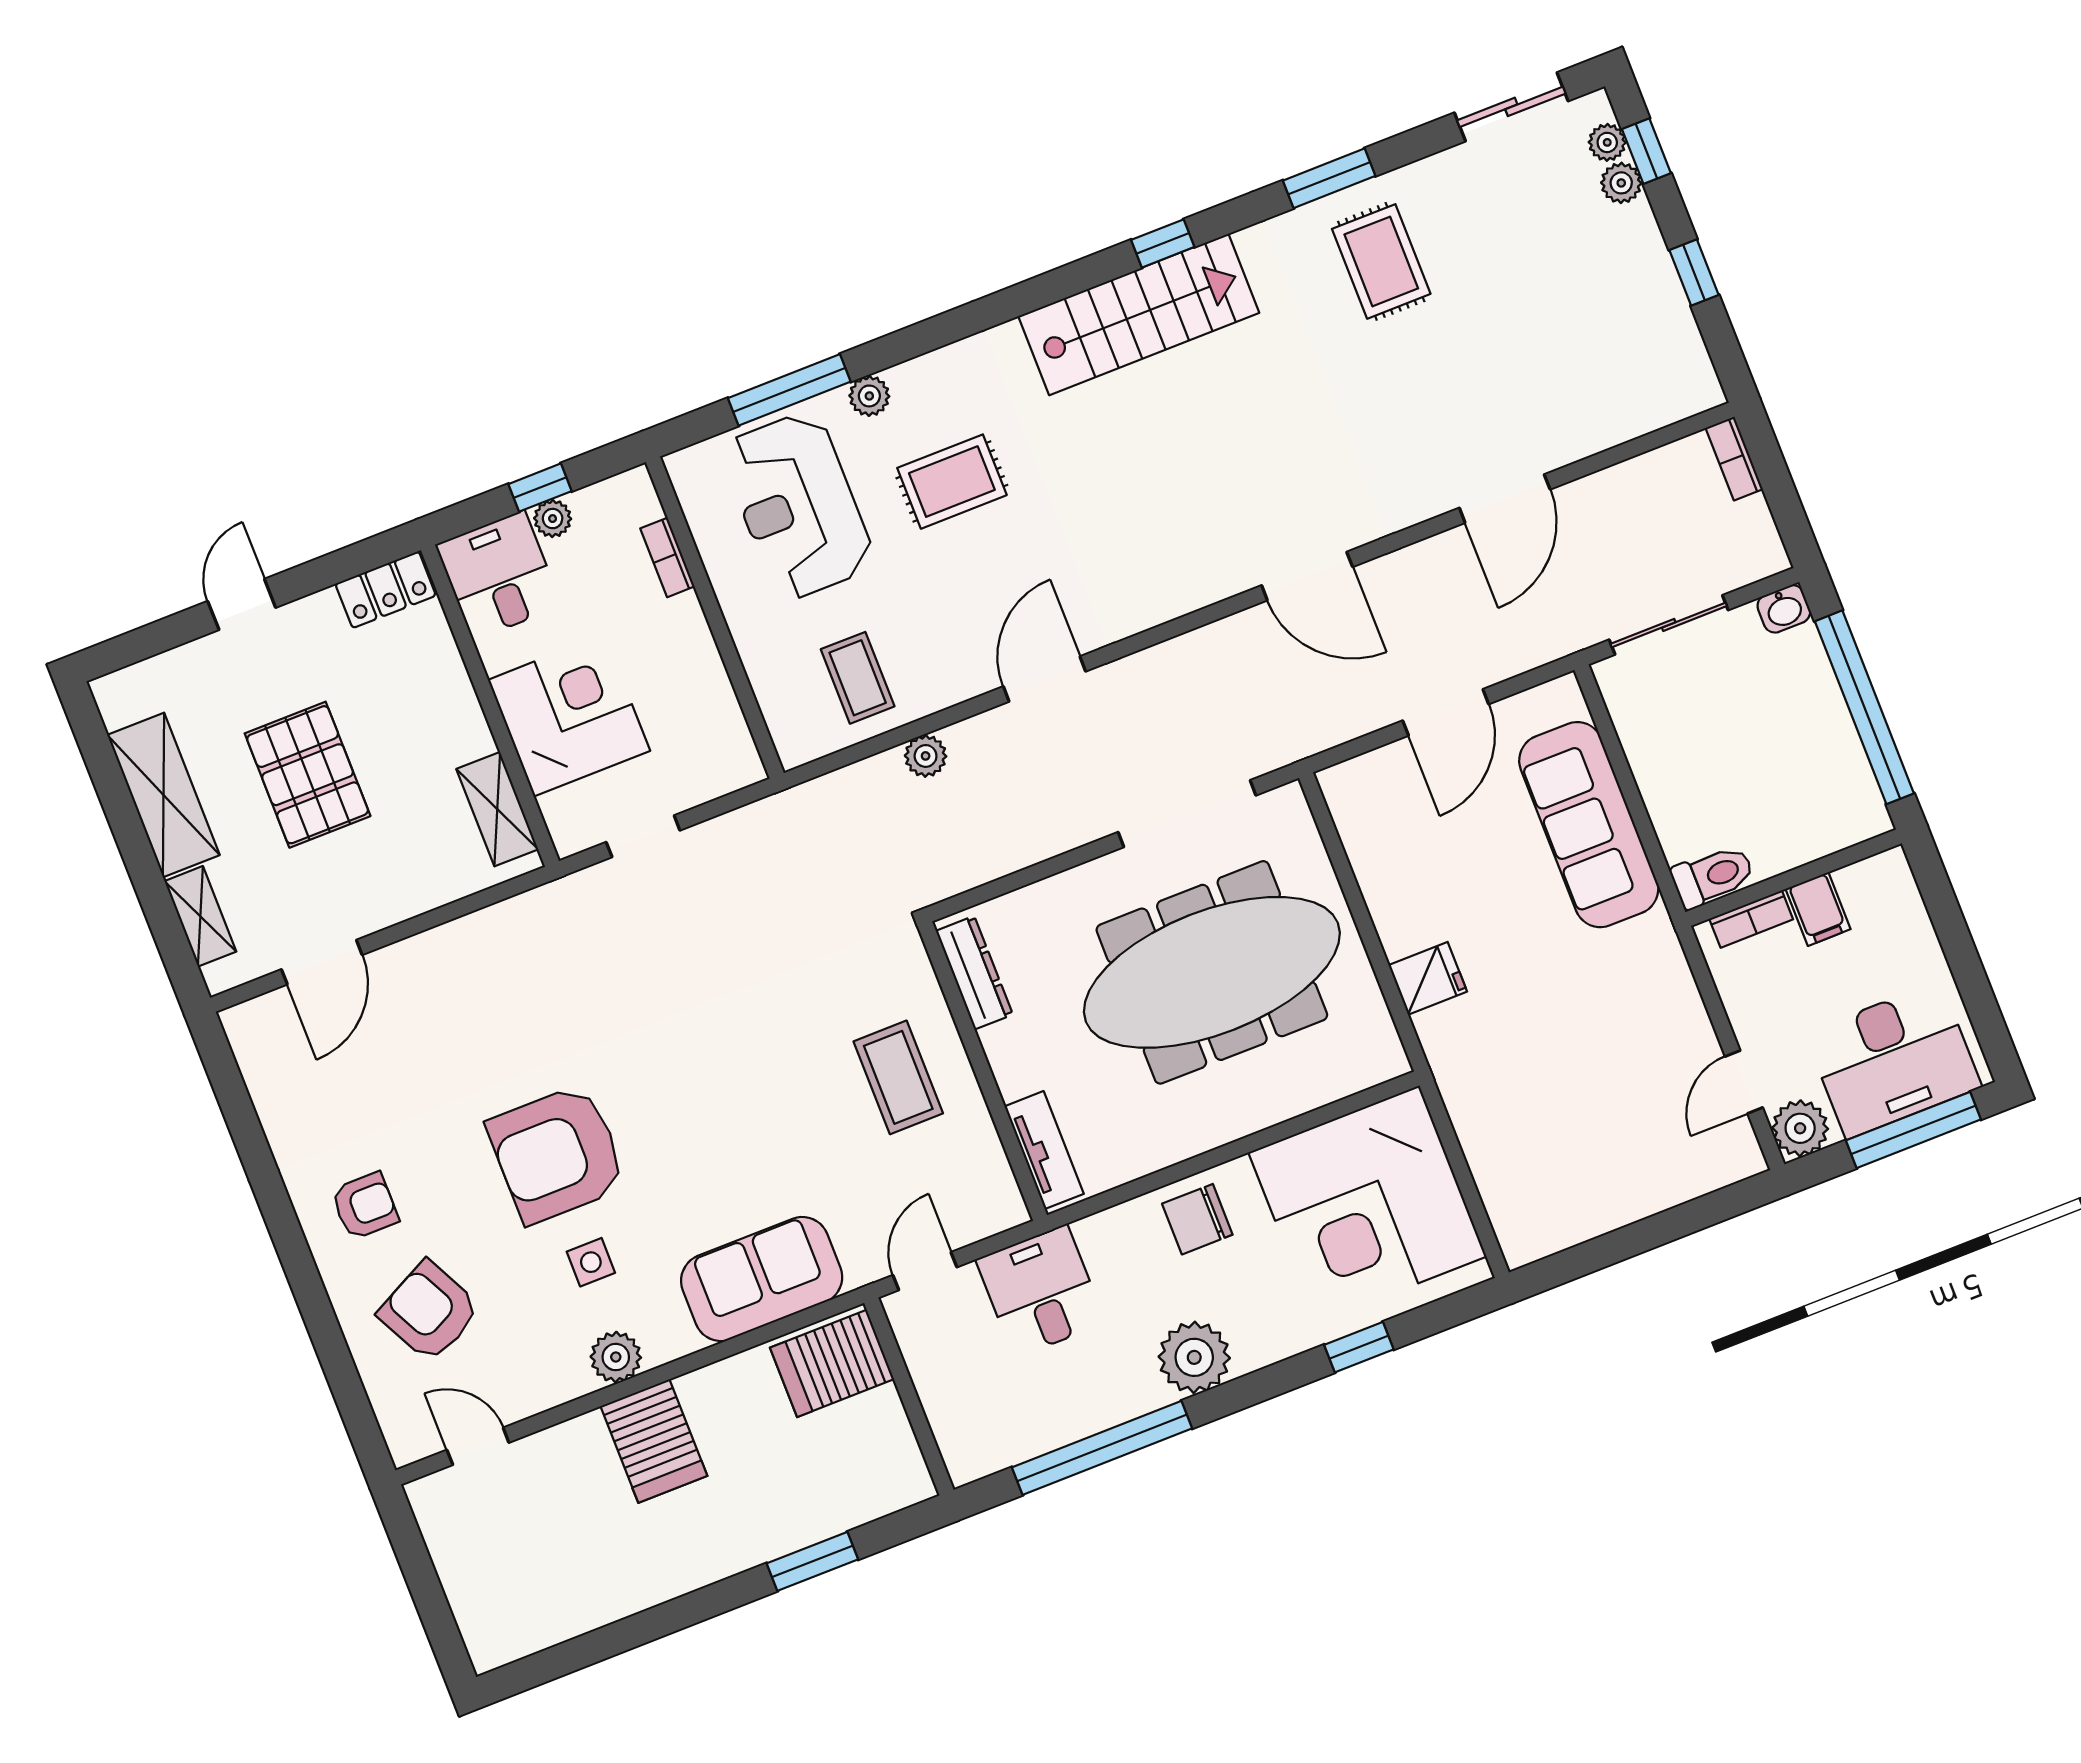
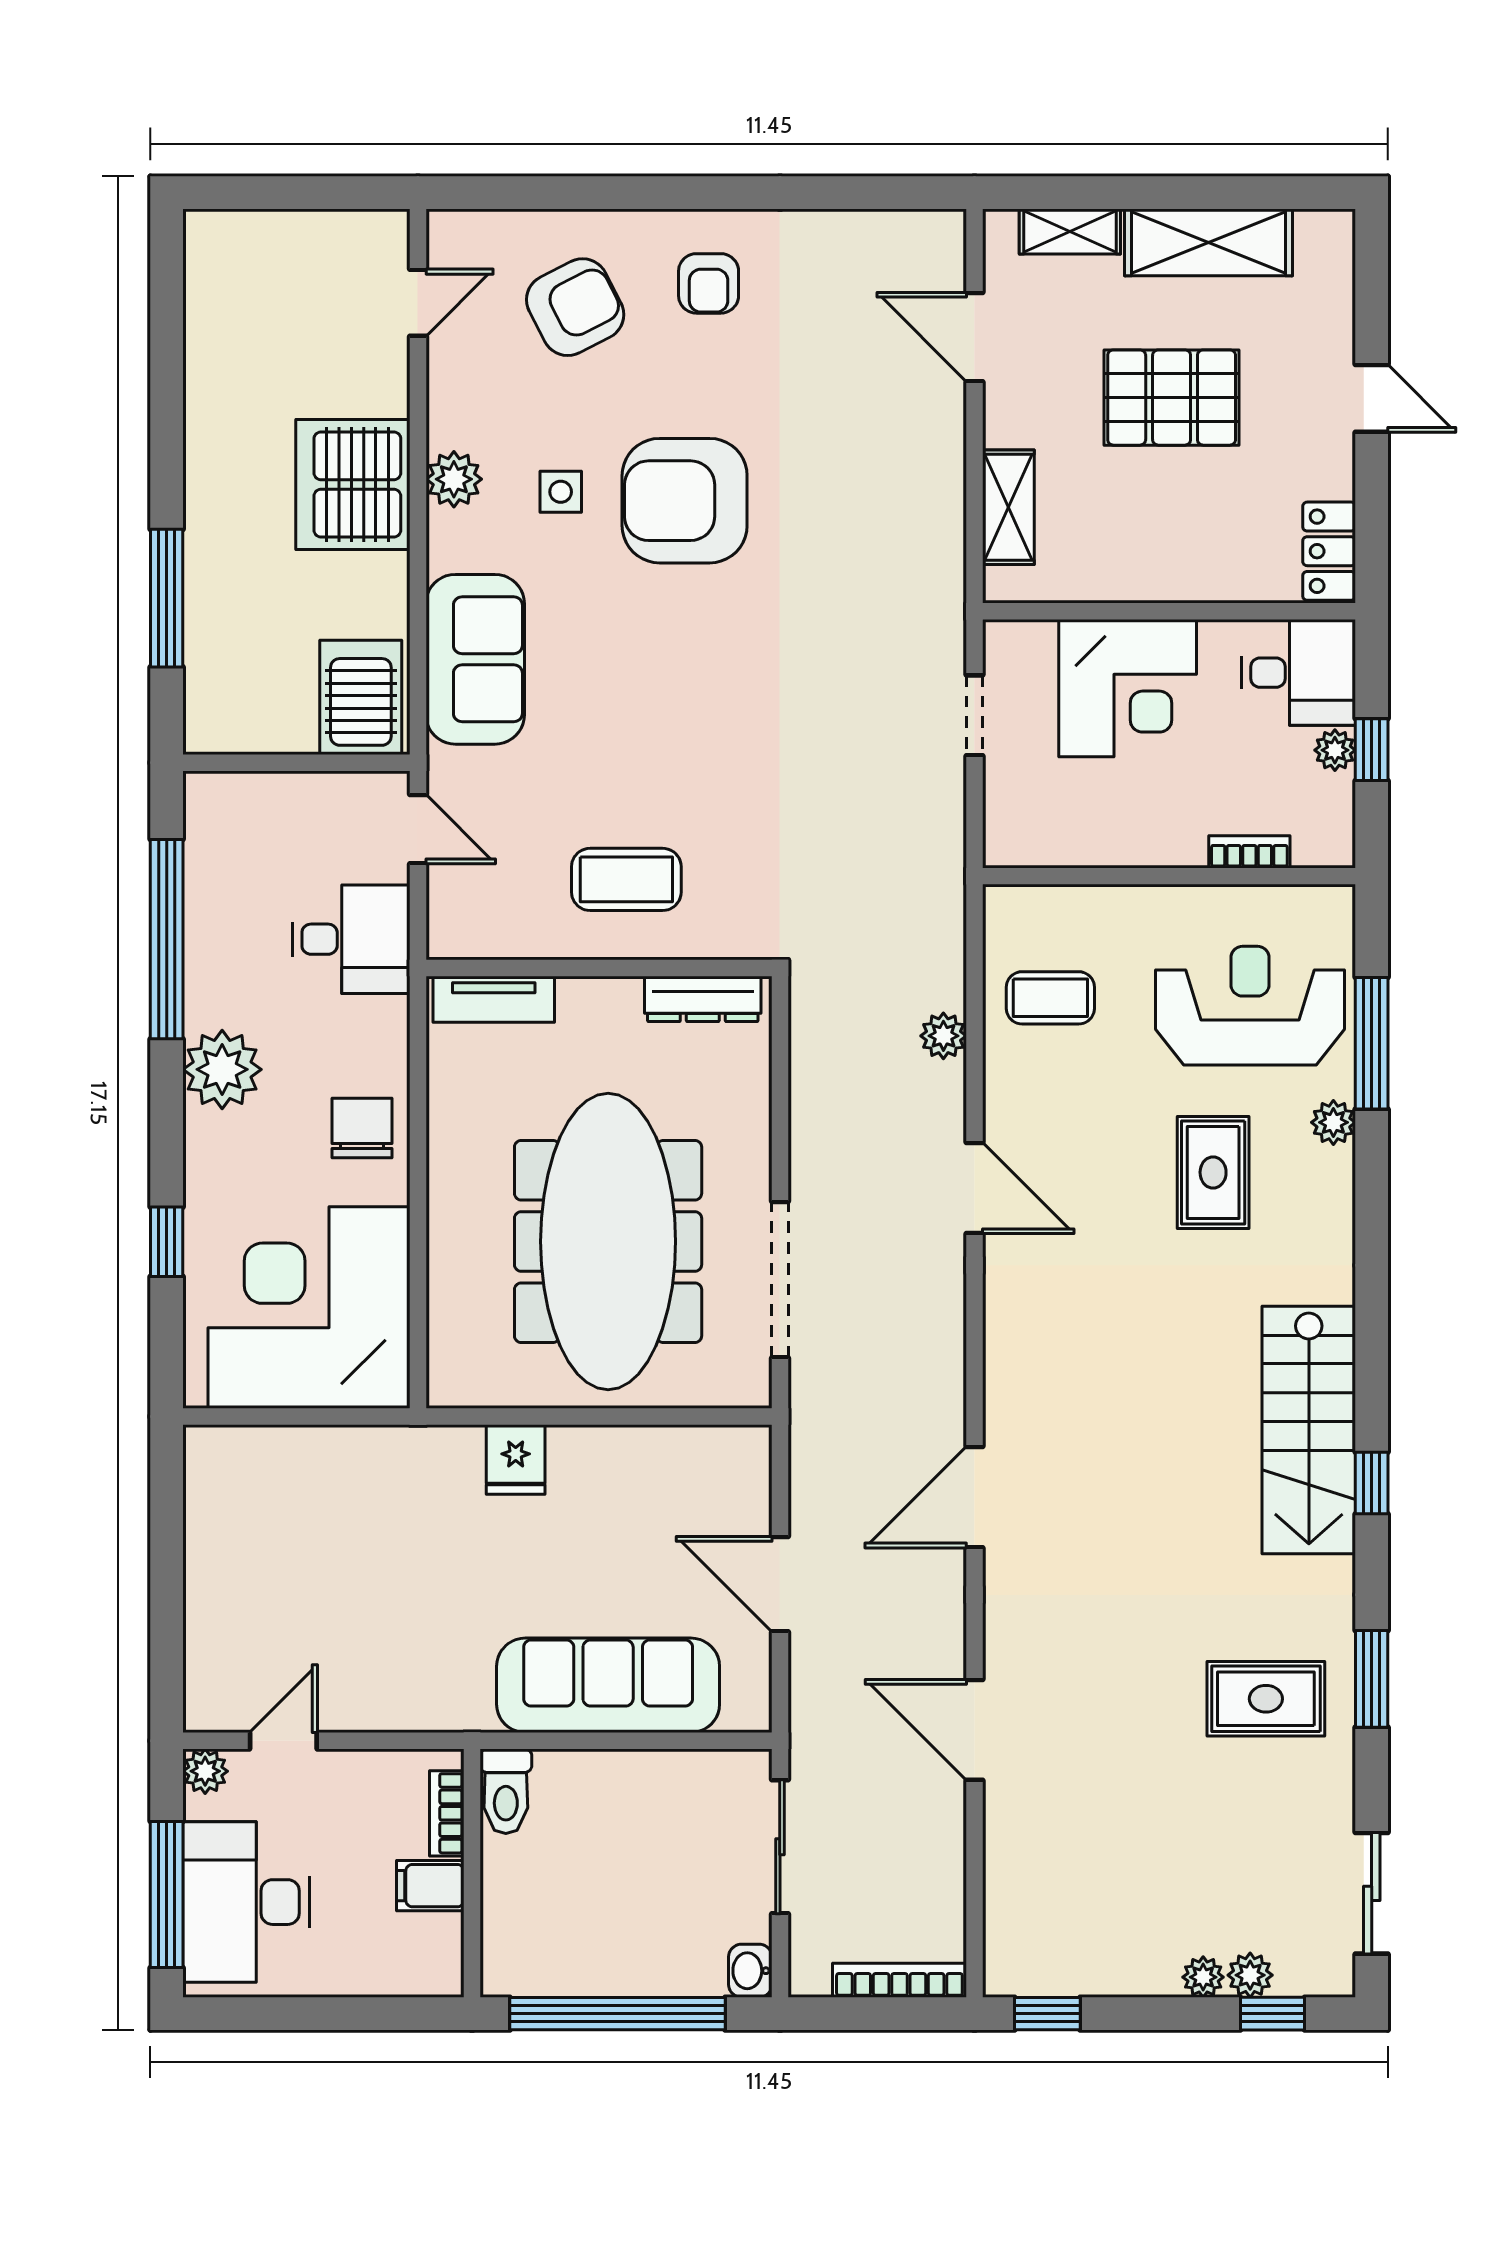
plant: (1607, 142) -> (1203, 1977), moved
window: (1694, 272) -> (1047, 2014), moved
bookcase: (1734, 459) -> (899, 1980), width x1.56
shelving: (497, 809) -> (1008, 507), moved, turned 90
door: (1744, 1082) -> (283, 1741), hinge flipped
plant: (1800, 1128) -> (205, 1771), width x0.73, depth x0.73
armchair: (557, 1154) -> (685, 501), turned -90
server rack: (654, 1441) -> (353, 484), width x1.60
window: (812, 1561) -> (167, 598), width x1.44

